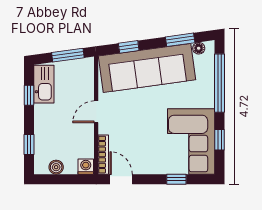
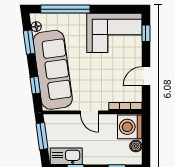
window: (219, 140) -> (113, 9), removed
washing machine: (86, 167) -> (130, 127), width x1.89, depth x1.89
door: (121, 179) -> (146, 76), moved
window: (176, 179) -> (146, 33), moved

